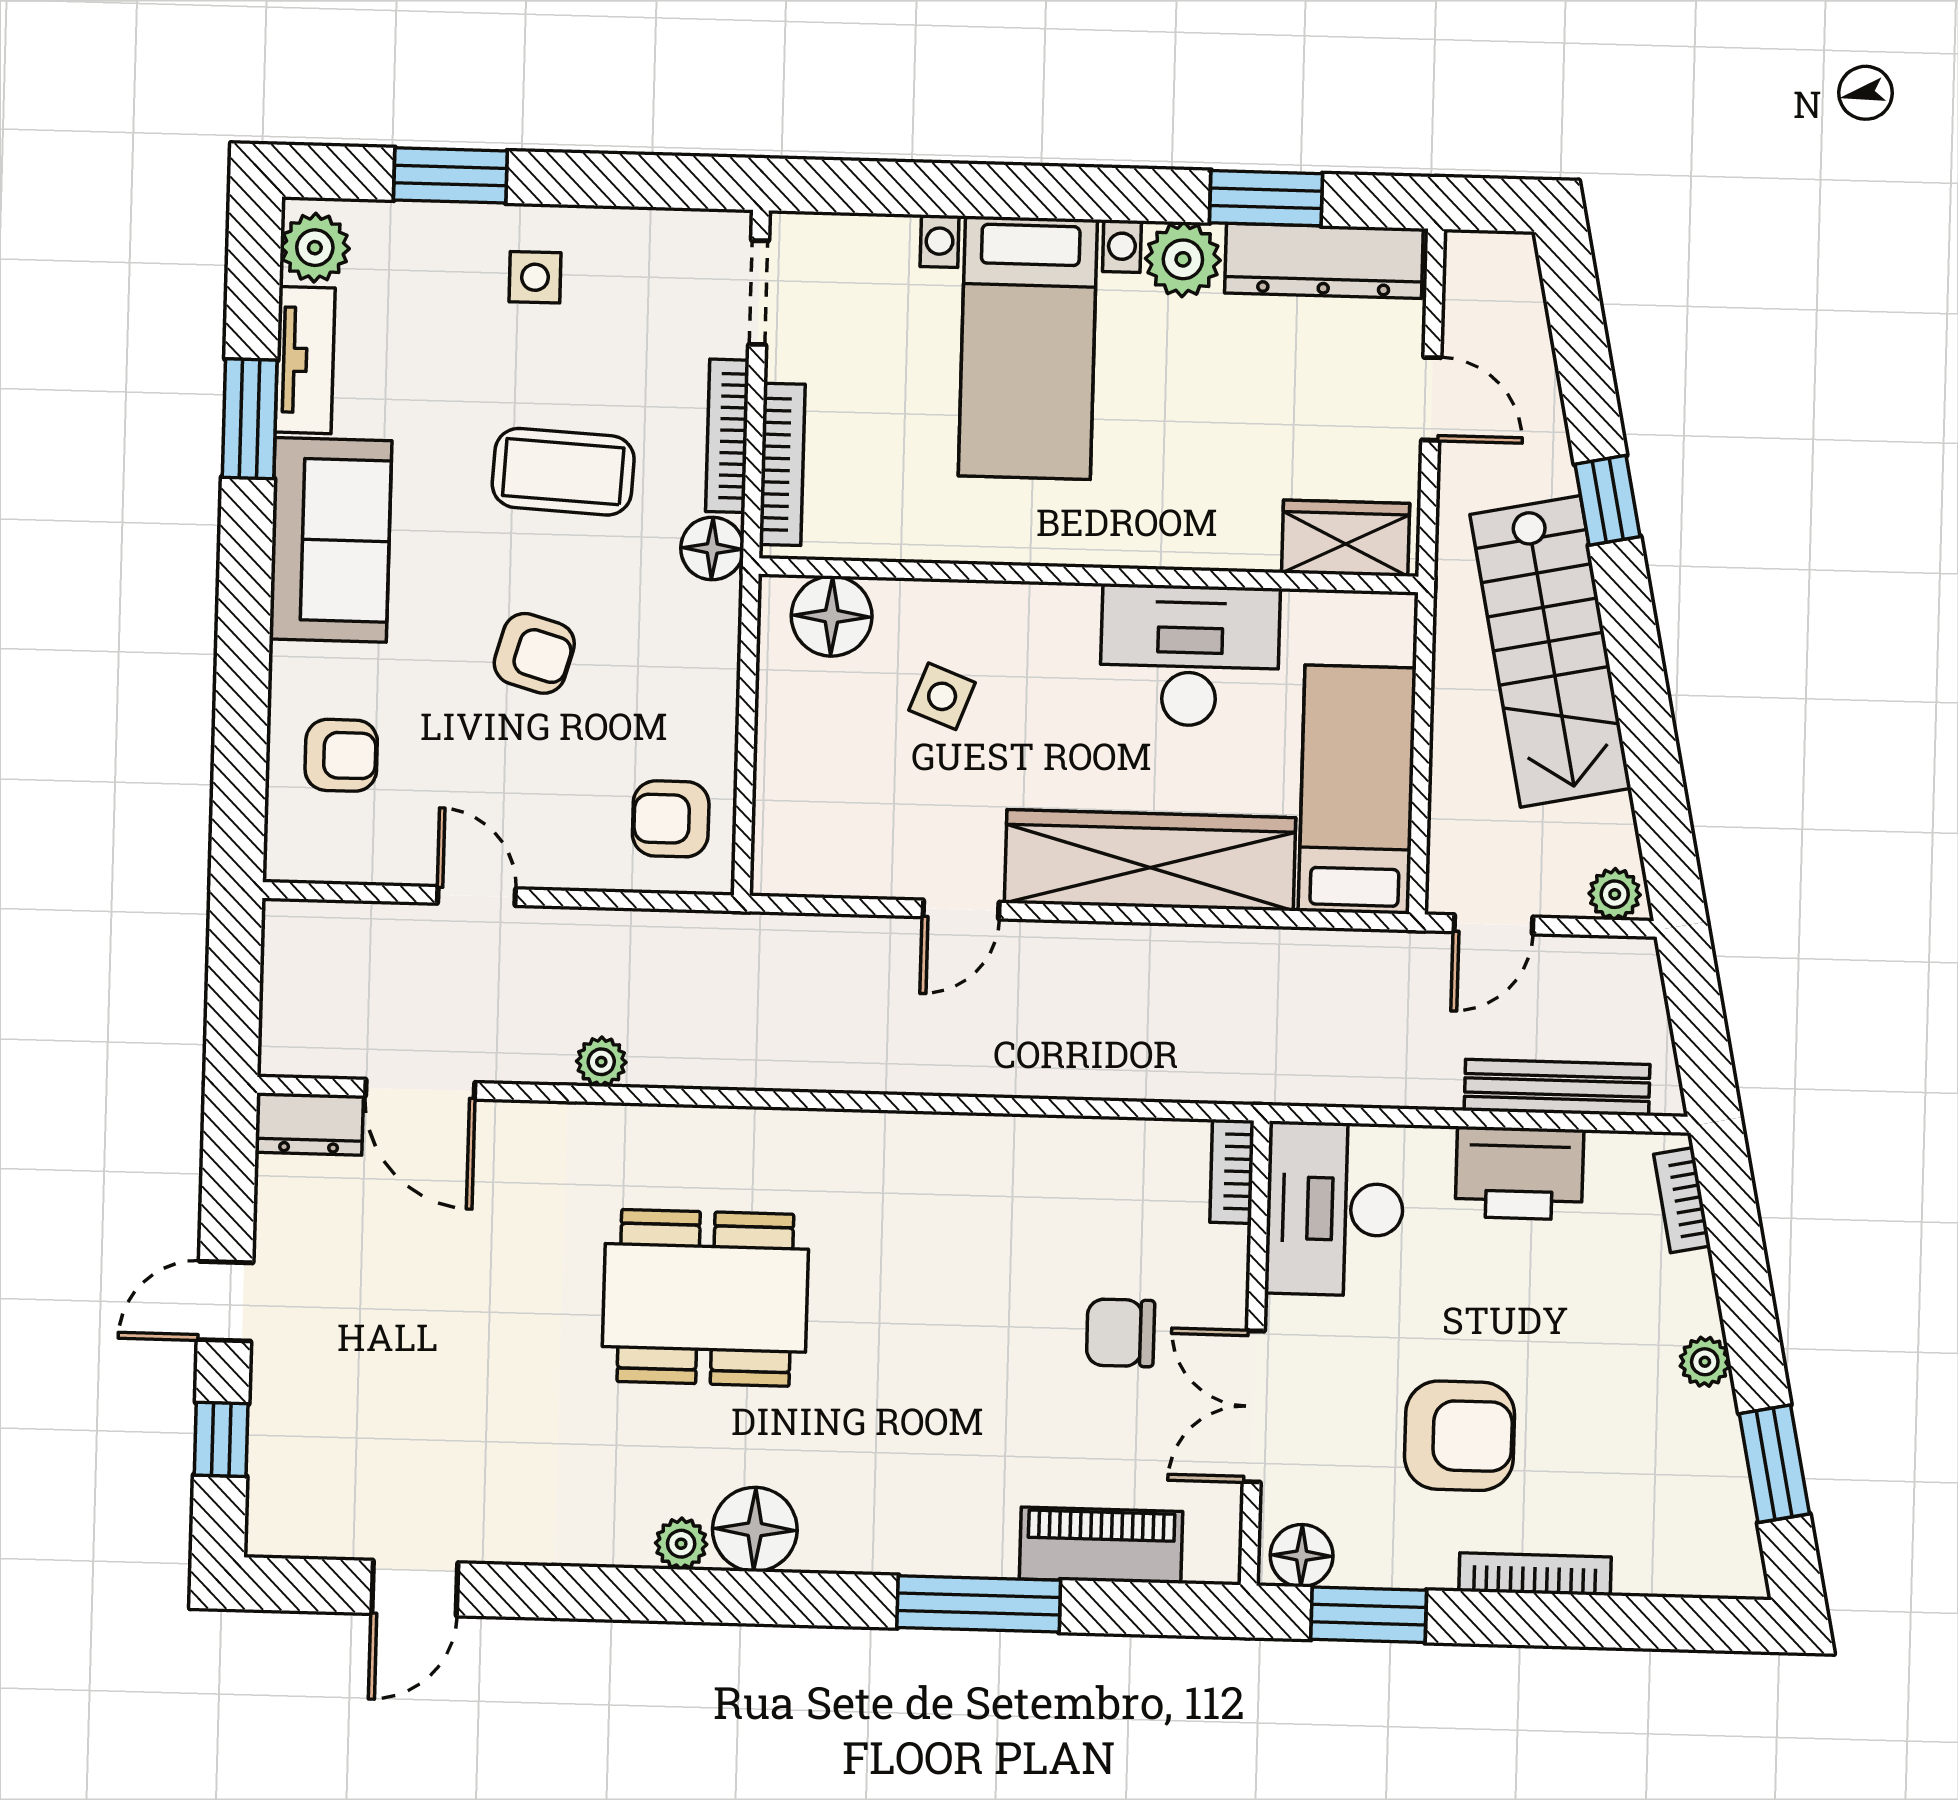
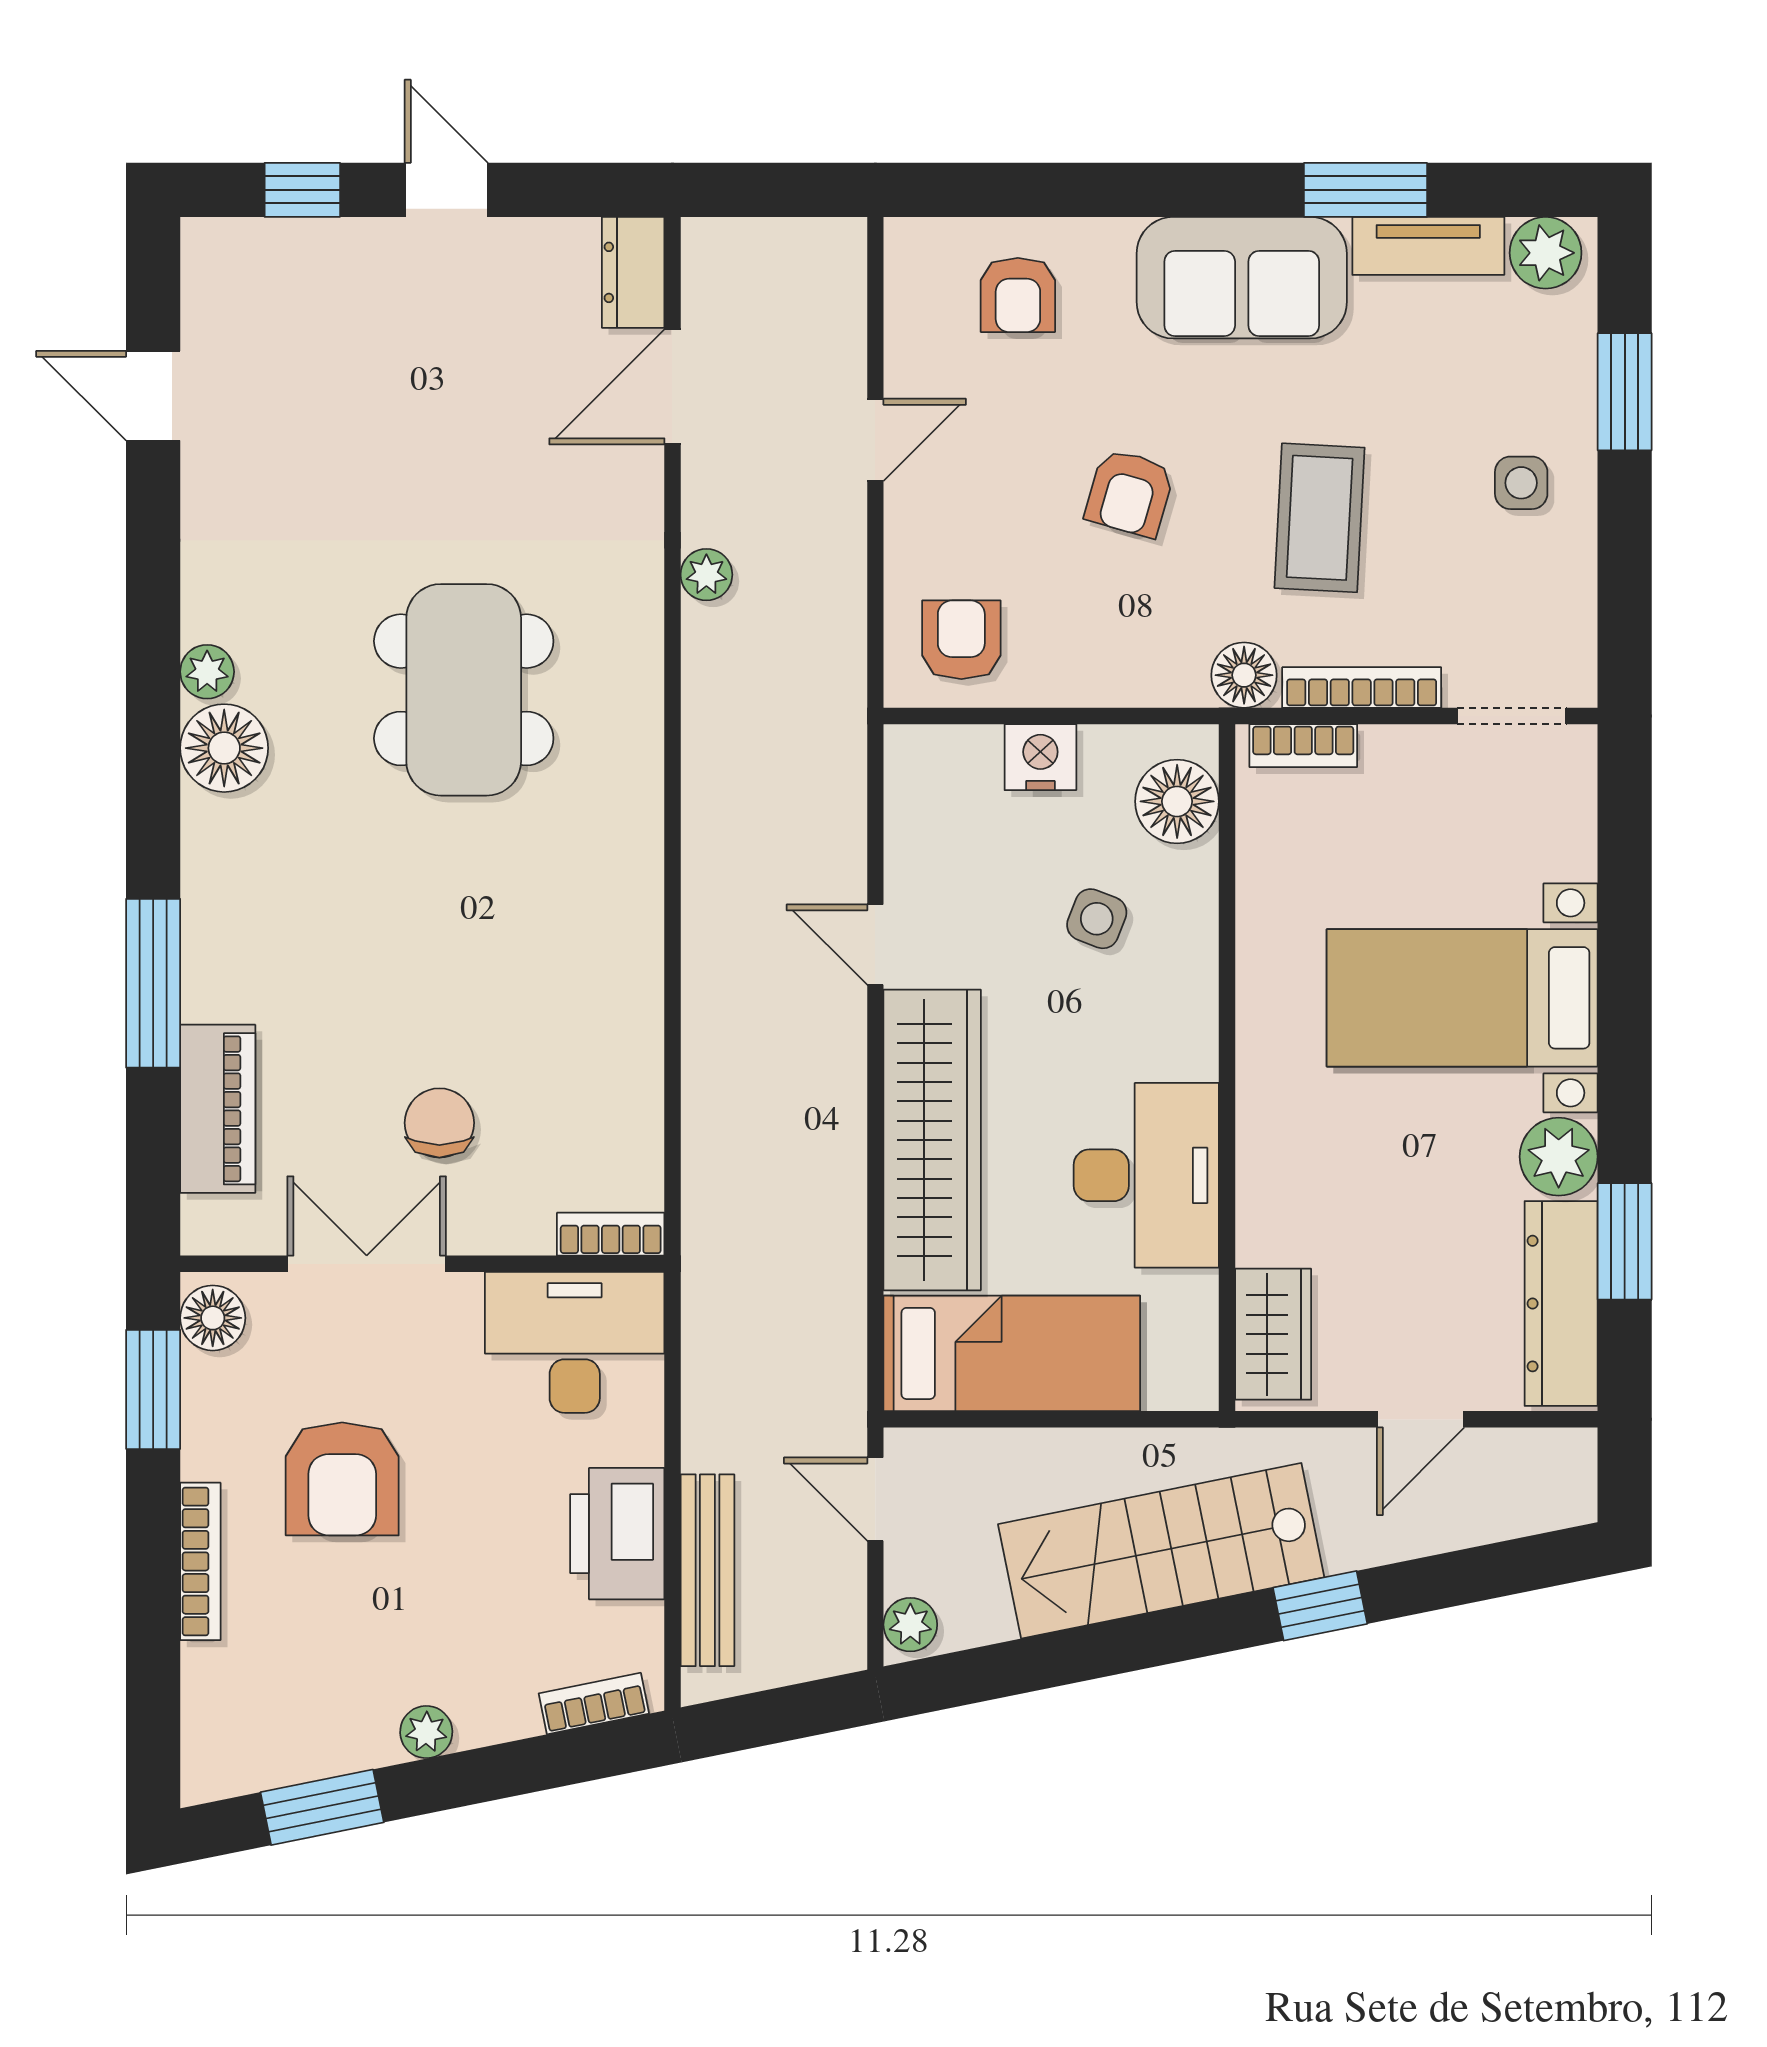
bookcase: (782, 464) -> (1303, 746), width x0.64
nightstand: (785, 746) -> (1040, 757), added

